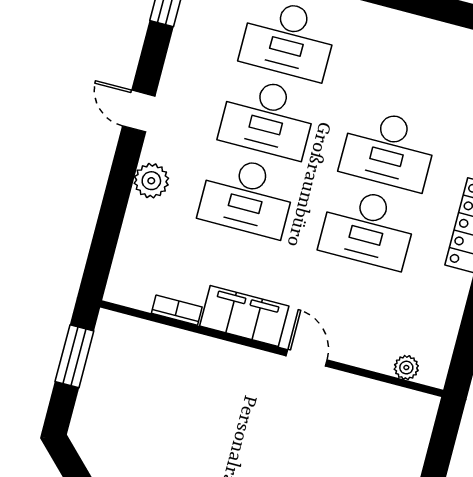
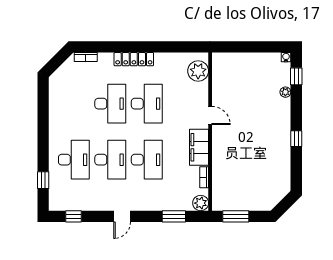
plant: (151, 181) -> (201, 203), moved
window: (109, 223) -> (174, 216), added
door: (307, 358) -> (210, 115), swing flipped
plant: (406, 368) -> (198, 71), width x1.88, depth x1.88

